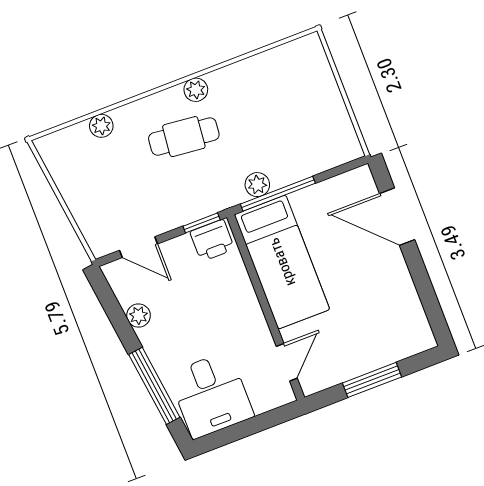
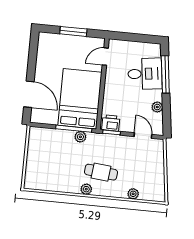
bed: (282, 262) -> (80, 99), width x1.50
desk: (211, 395) -> (145, 74), moved, turned 83

